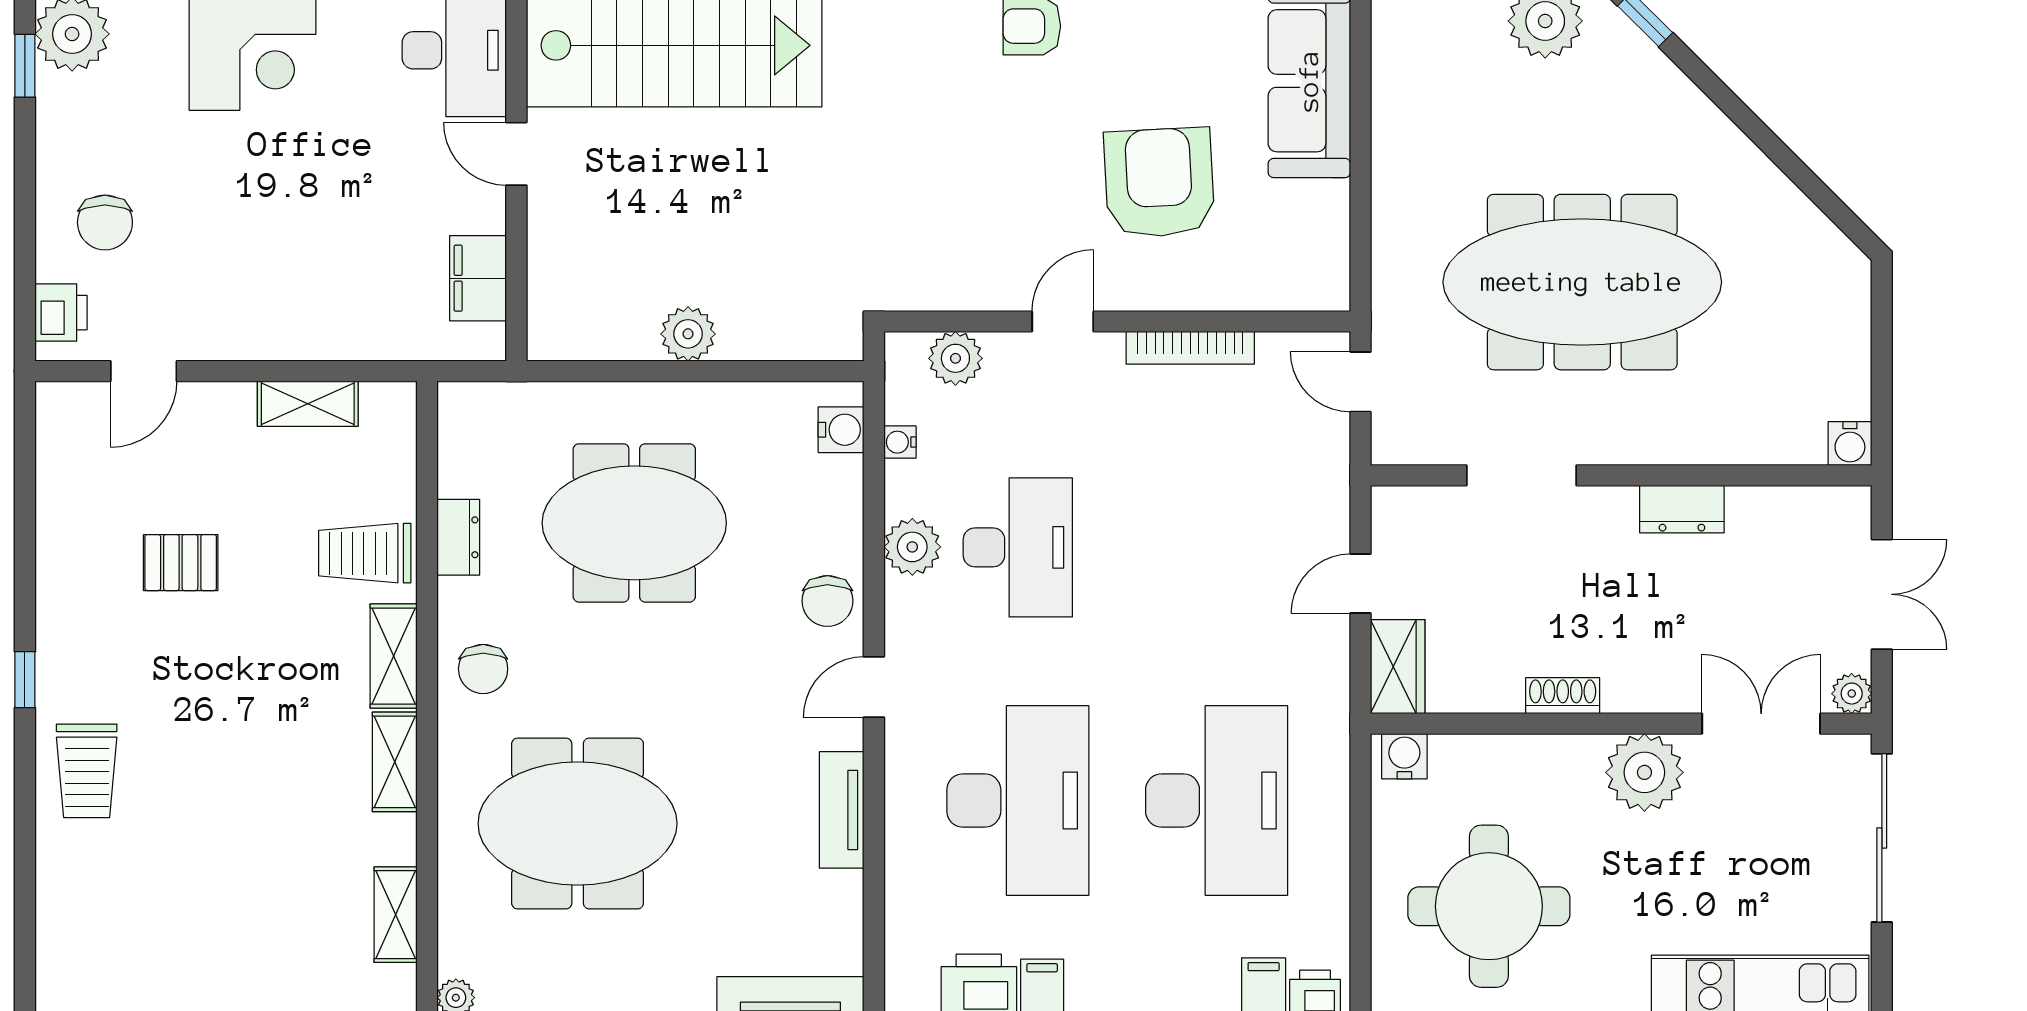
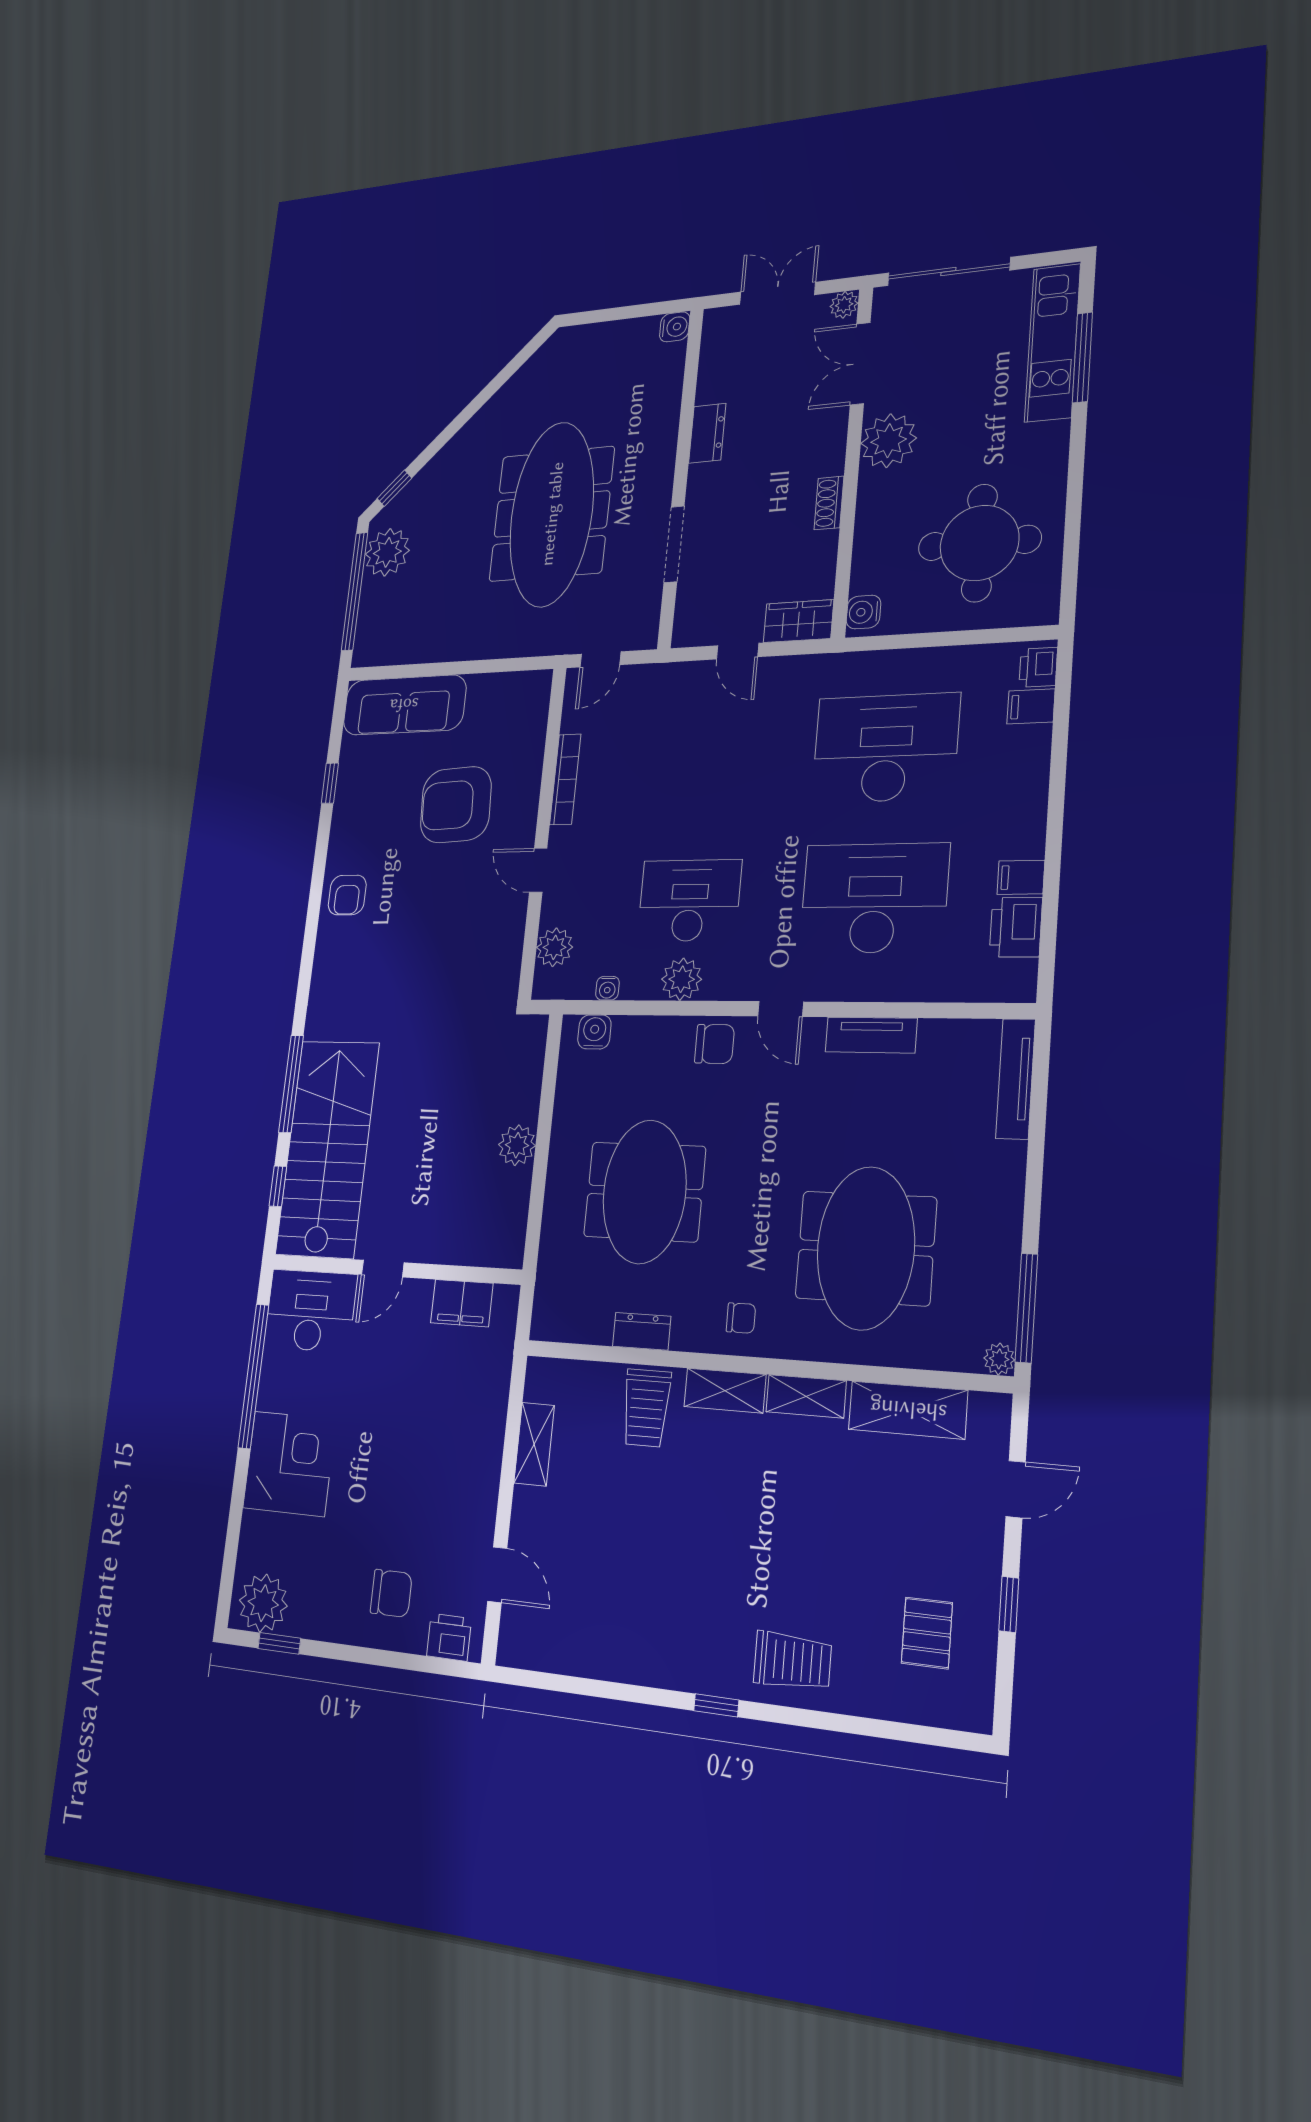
pallet: (181, 563) -> (927, 1633), moved
chair: (483, 669) -> (741, 1318), width x0.73, depth x0.73
shelving: (396, 915) -> (908, 1410), width x1.50, depth x1.33

